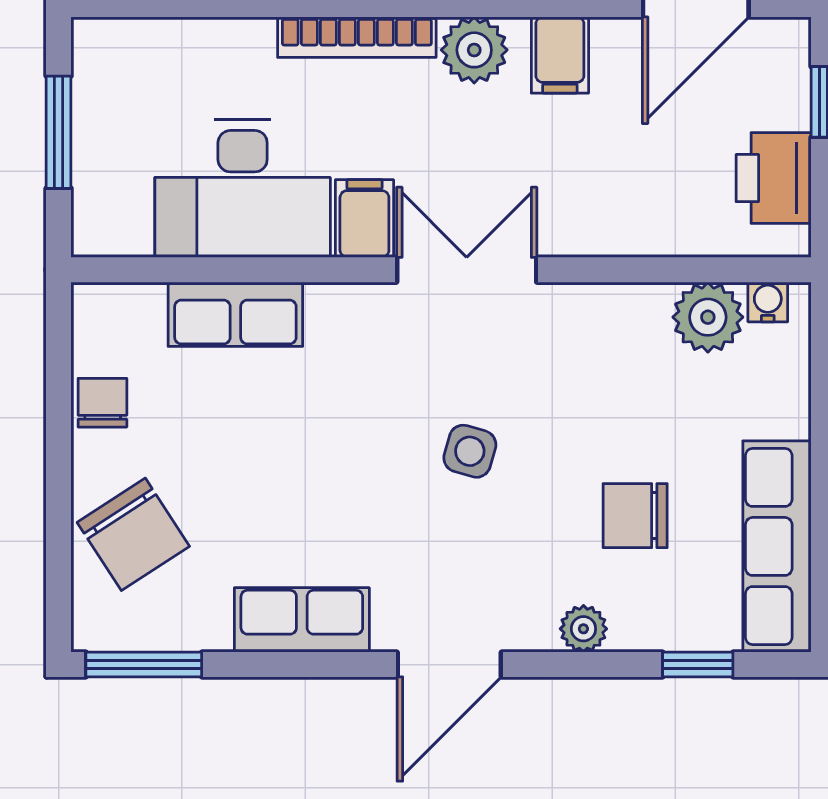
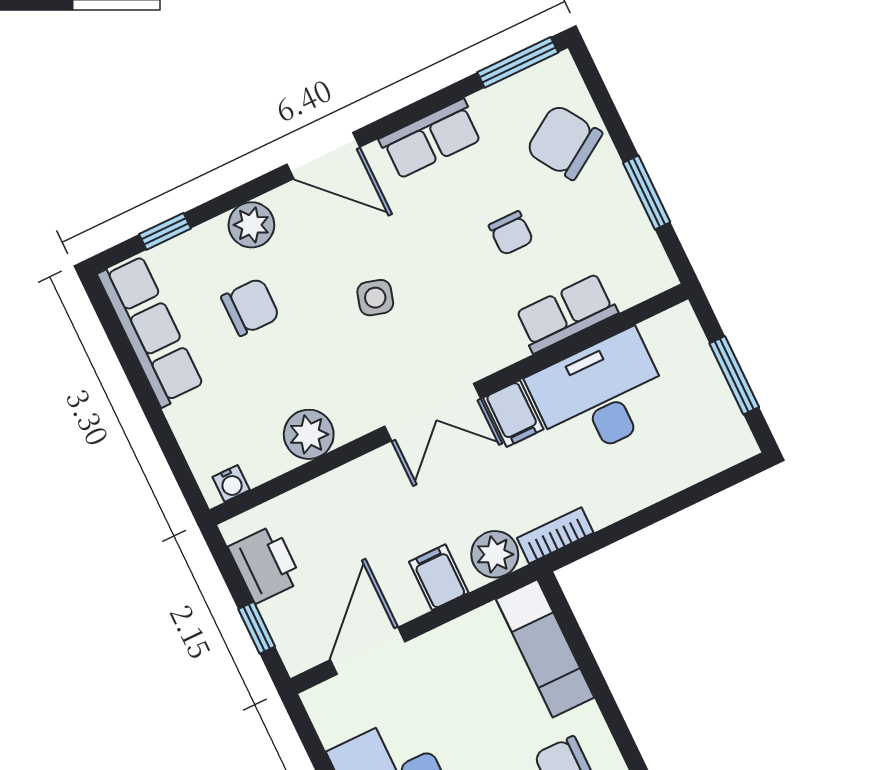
bookcase: (357, 37) -> (555, 535), width x0.64
plant: (708, 317) -> (309, 434), moved
chair: (102, 403) -> (511, 233), moved
window: (59, 419) -> (647, 192), added
plant: (583, 629) -> (251, 225), width x1.38, depth x1.38
door: (449, 665) -> (323, 156), swing flipped

